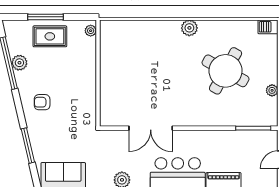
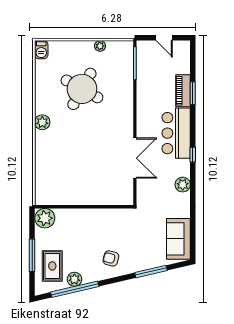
plant: (91, 31) -> (45, 218), width x1.87, depth x1.87
rug: (50, 36) -> (52, 266), moved
armchair: (42, 102) -> (111, 258), turned 104

